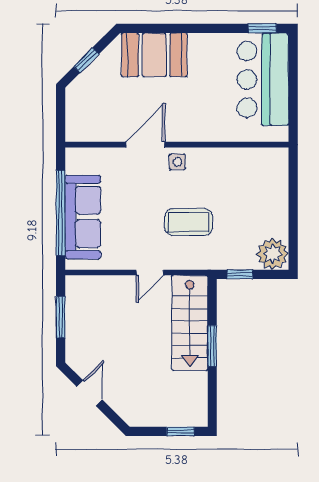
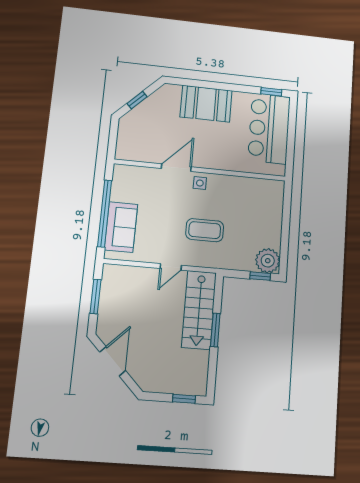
booth: (154, 55) -> (206, 104), moved
sofa: (83, 217) -> (121, 227), width x0.73
window: (240, 274) -> (260, 276), moved
door: (90, 393) -> (113, 361), width x1.38

